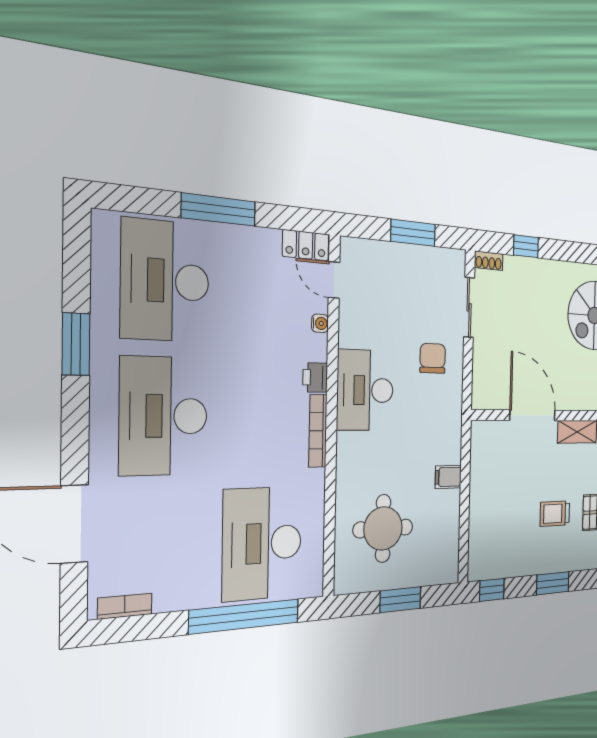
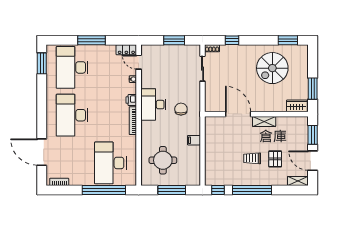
window: (76, 344) -> (42, 63), moved
chair: (433, 358) -> (181, 109), moved
window: (553, 583) -> (252, 190), width x2.11
window: (400, 600) -> (172, 190), width x1.44

